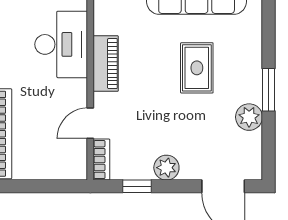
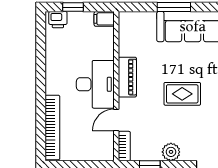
desk: (61, 44) -> (95, 84), moved
rug: (197, 68) -> (182, 94), moved, turned 90

